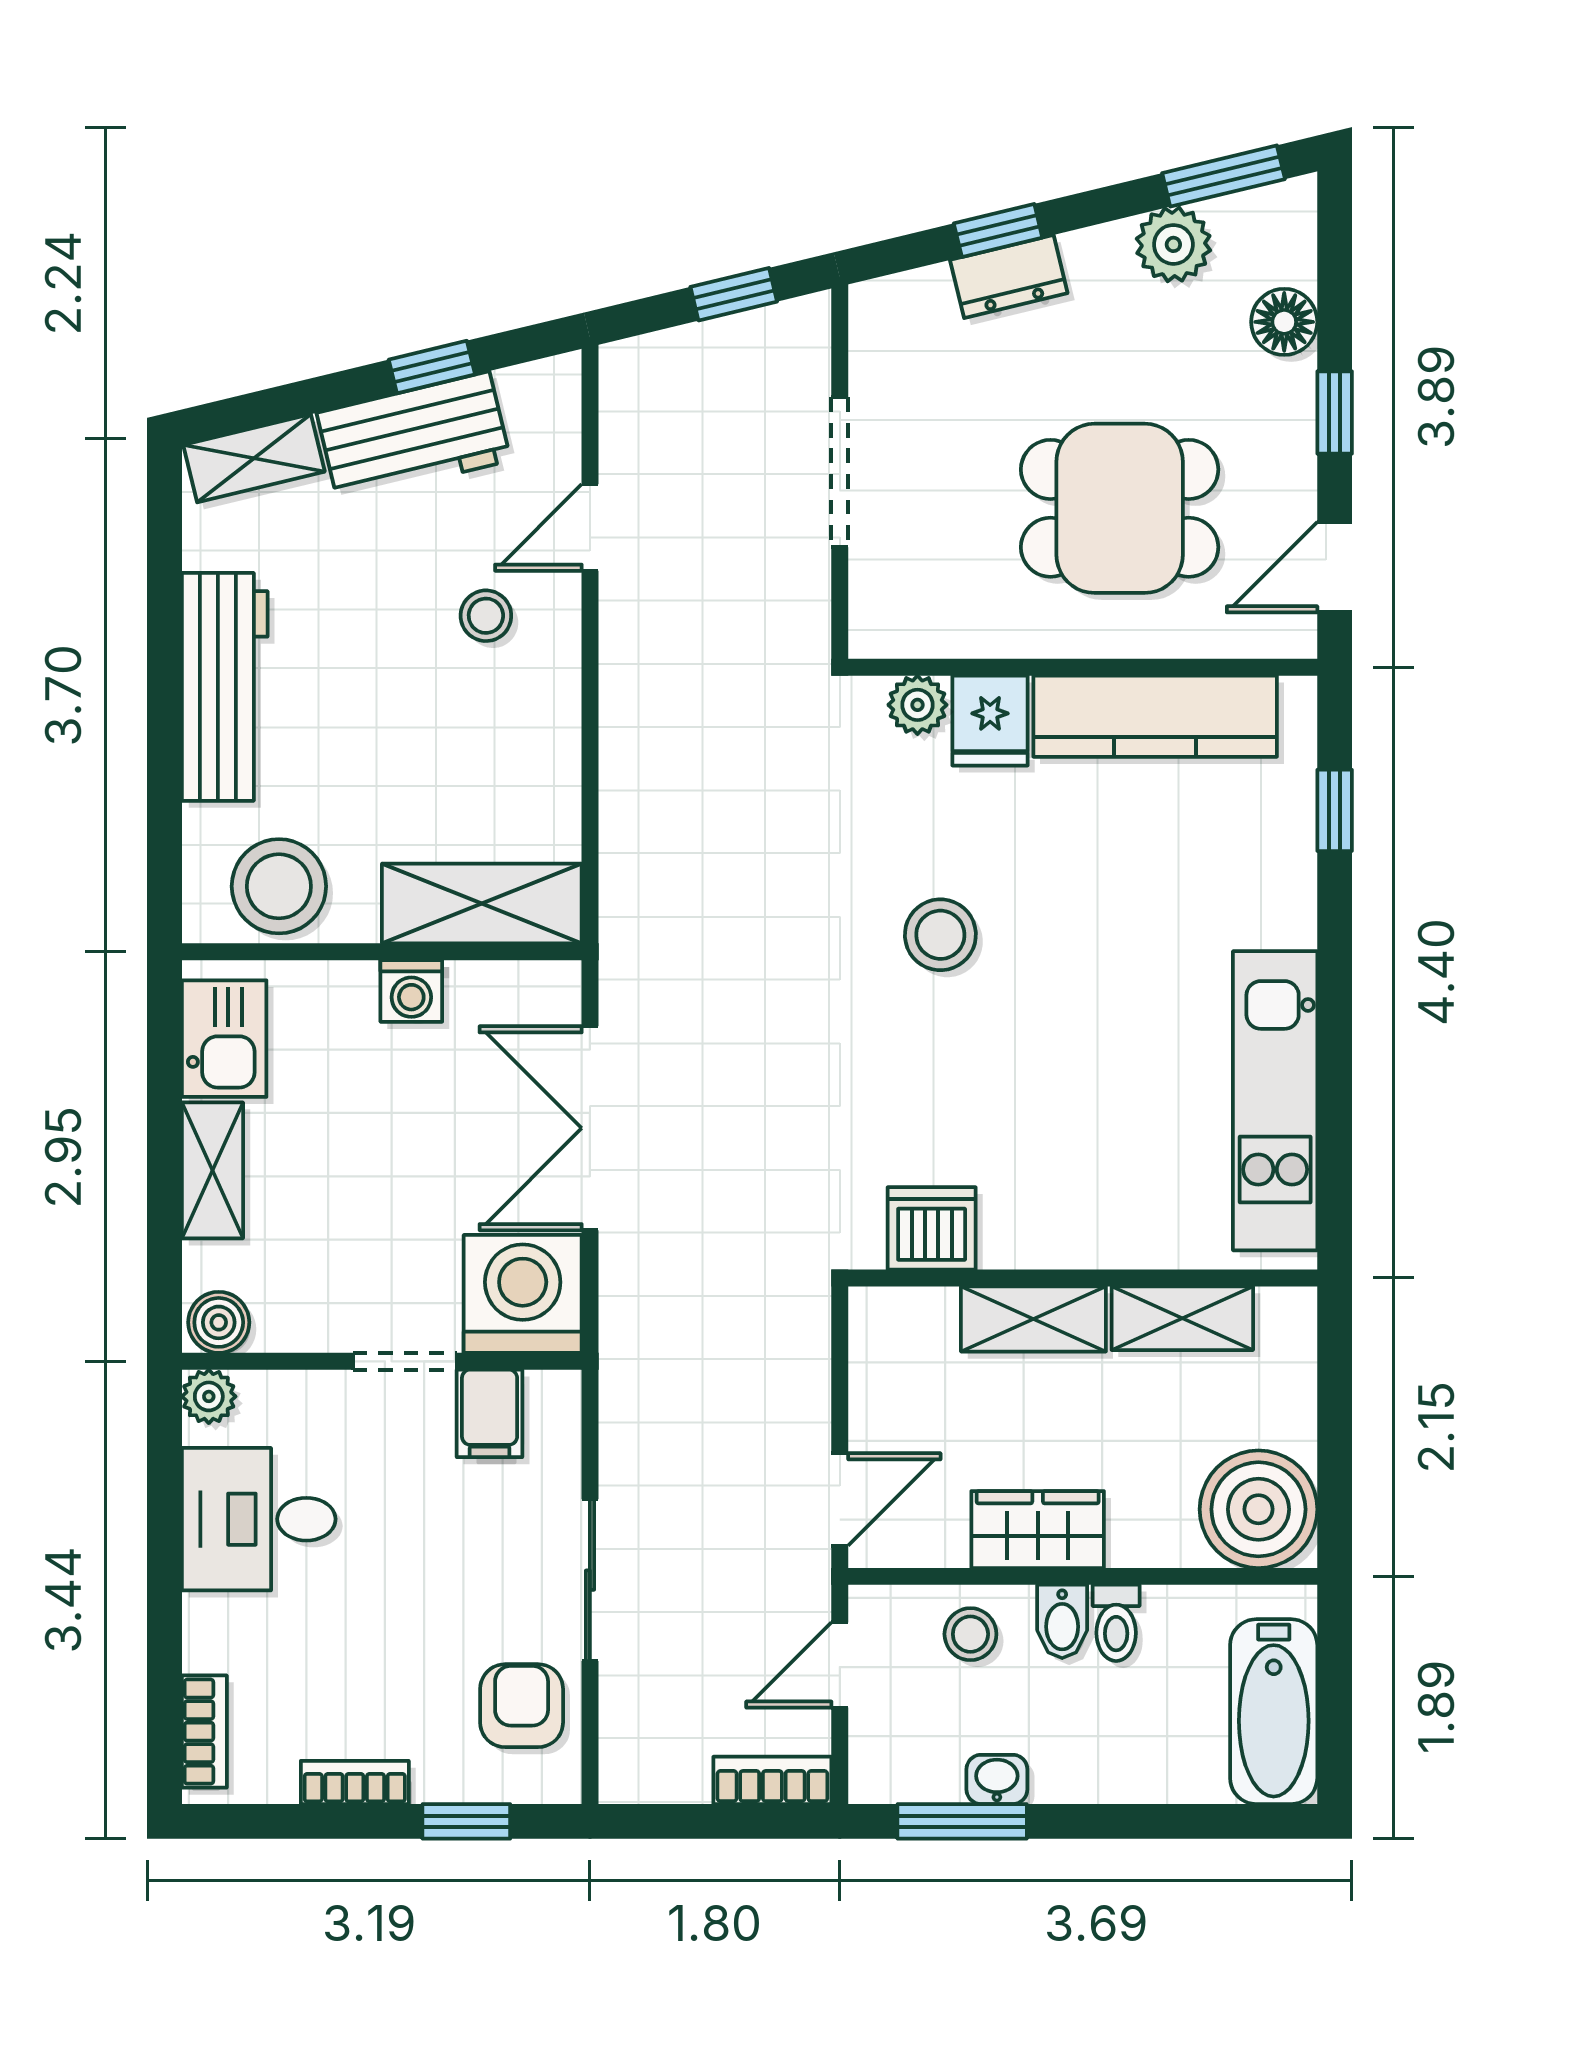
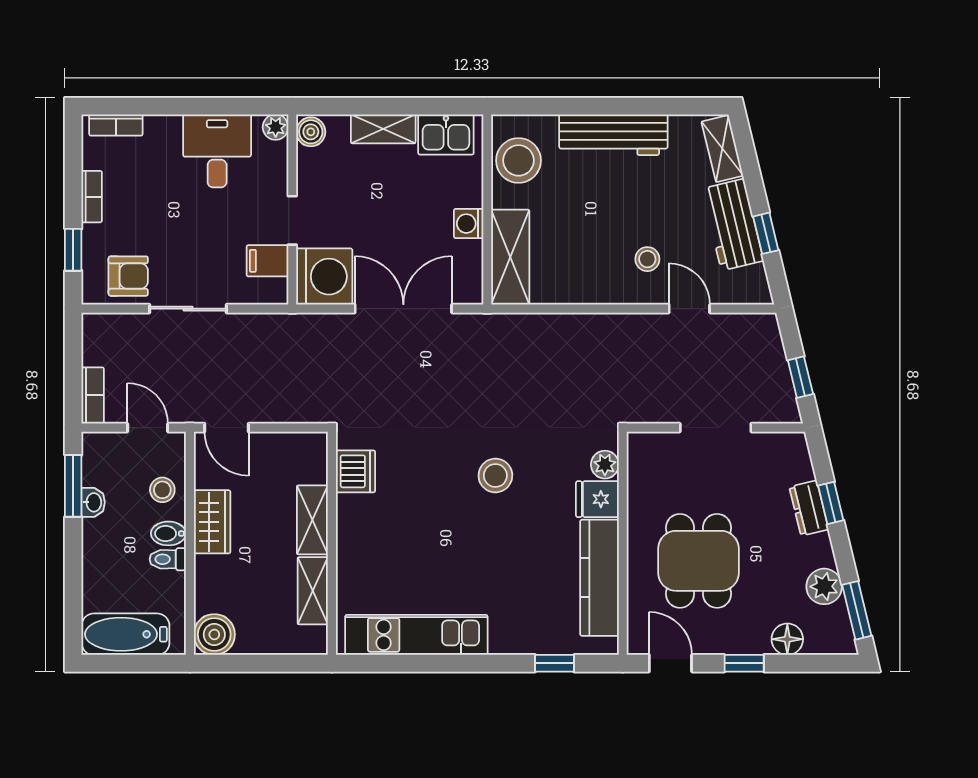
boiler: (1258, 1509) -> (214, 634), width x0.73, depth x0.73

